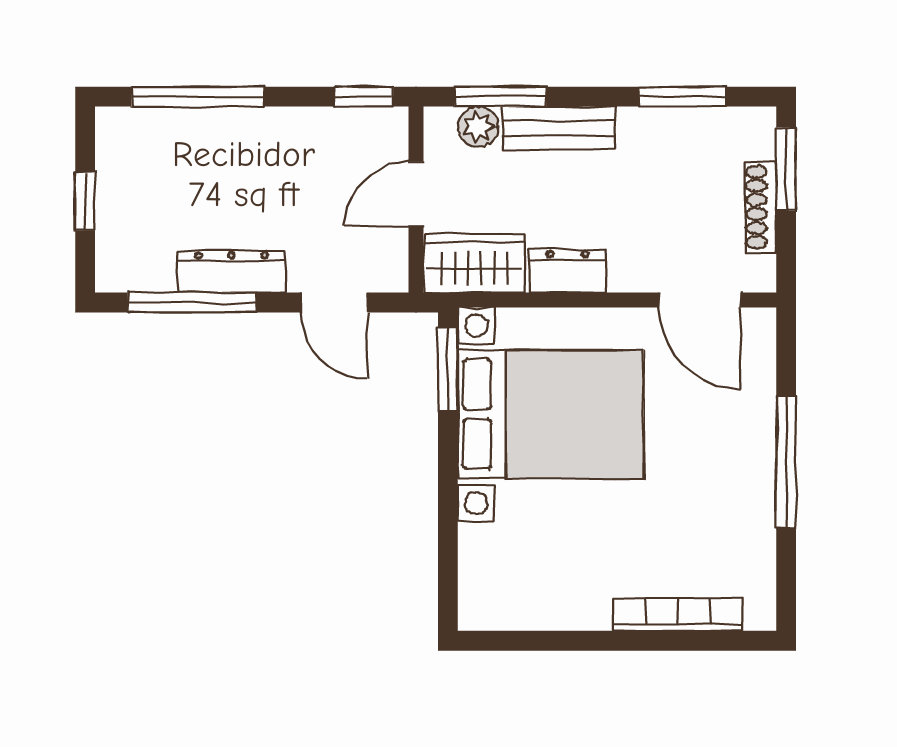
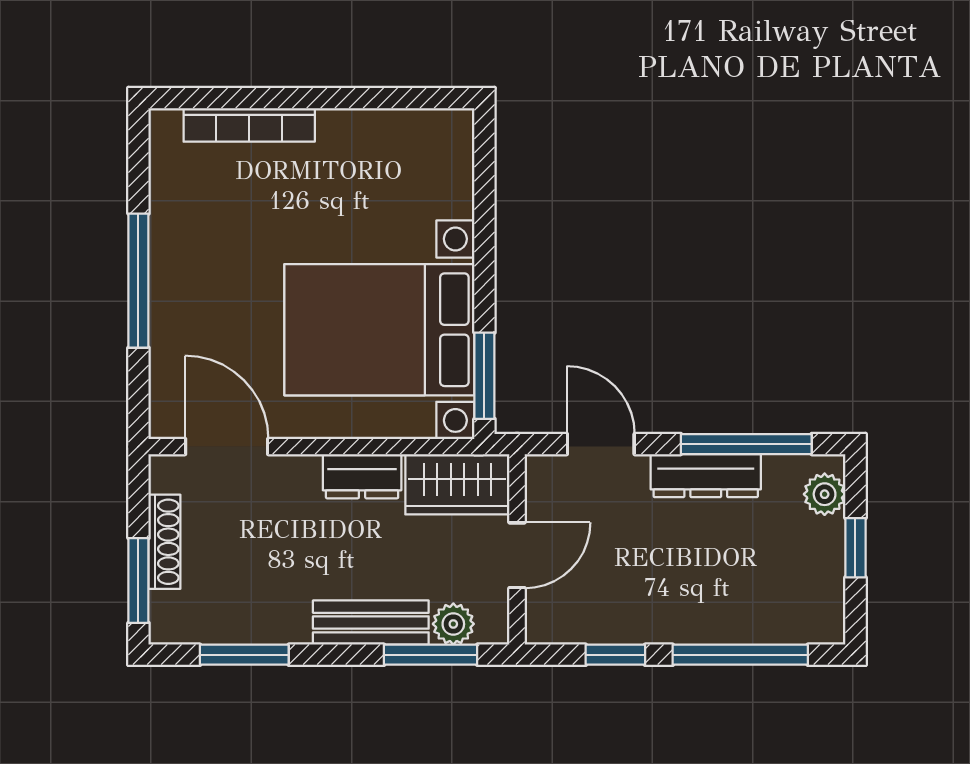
window: (364, 97) -> (615, 655), moved
plant: (115, 254) -> (825, 494), added

